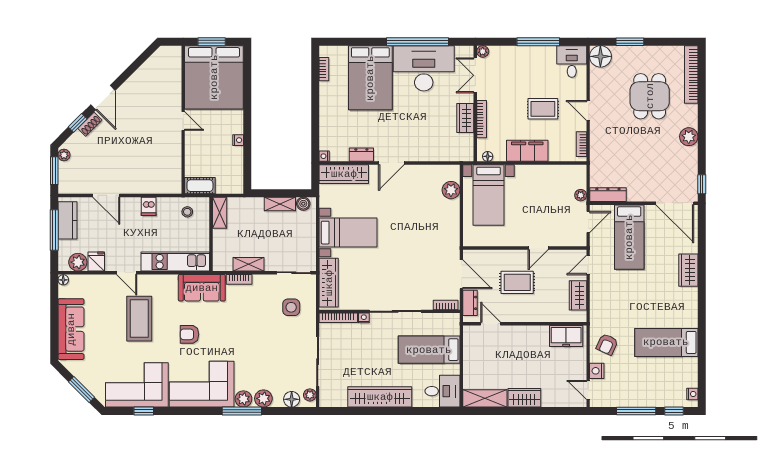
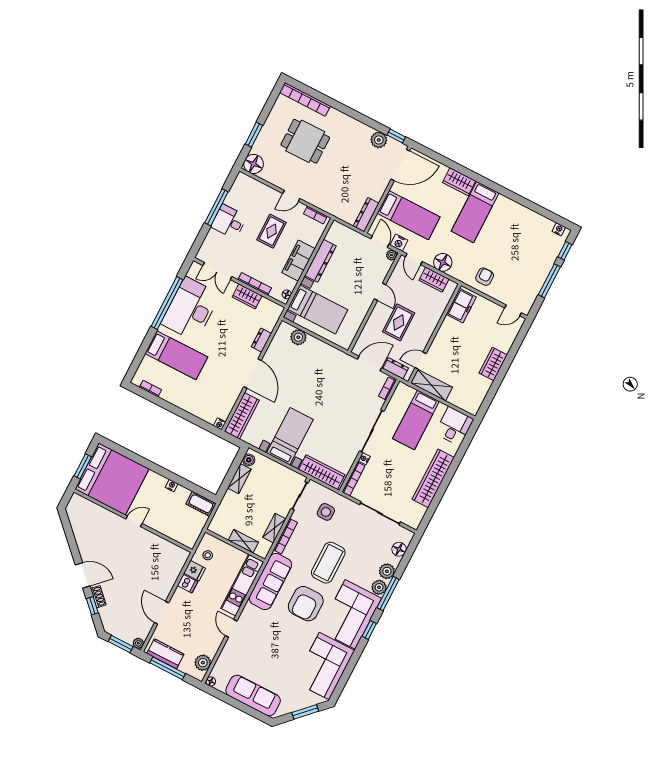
plant: (483, 51) -> (201, 255), removed
desk: (572, 61) -> (229, 222), moved
bed: (370, 78) -> (176, 355), width x0.67
plant: (689, 137) -> (379, 140), moved
plant: (64, 155) -> (138, 643), moved
dresser: (361, 155) -> (261, 340), moved
door: (391, 163) -> (252, 374), width x1.36
dresser: (538, 173) -> (320, 261), added
cot: (200, 186) -> (201, 504), moved, turned 90
door: (106, 195) -> (162, 613), swing flipped
plant: (581, 195) -> (392, 255), moved
shelving: (220, 213) -> (243, 541), moved
fridge: (96, 262) -> (195, 571), moved, turned 180
door: (127, 273) -> (231, 628), swing flipped
bookcase: (239, 279) -> (285, 536), width x1.56
sofa: (202, 288) -> (270, 581), width x1.36
floor lamp: (600, 295) -> (443, 262), added
coffee table: (139, 319) -> (328, 563), moved, turned 90
armchair: (189, 334) -> (306, 604), width x1.88, depth x1.88
bed: (666, 342) -> (475, 212), moved
armchair: (607, 344) -> (485, 277), turned -114
nightstand: (597, 371) -> (399, 243), moved
plant: (310, 395) -> (403, 533), removed
shelving: (485, 398) -> (431, 385), moved, turned 90
window: (144, 411) -> (369, 630), moved

